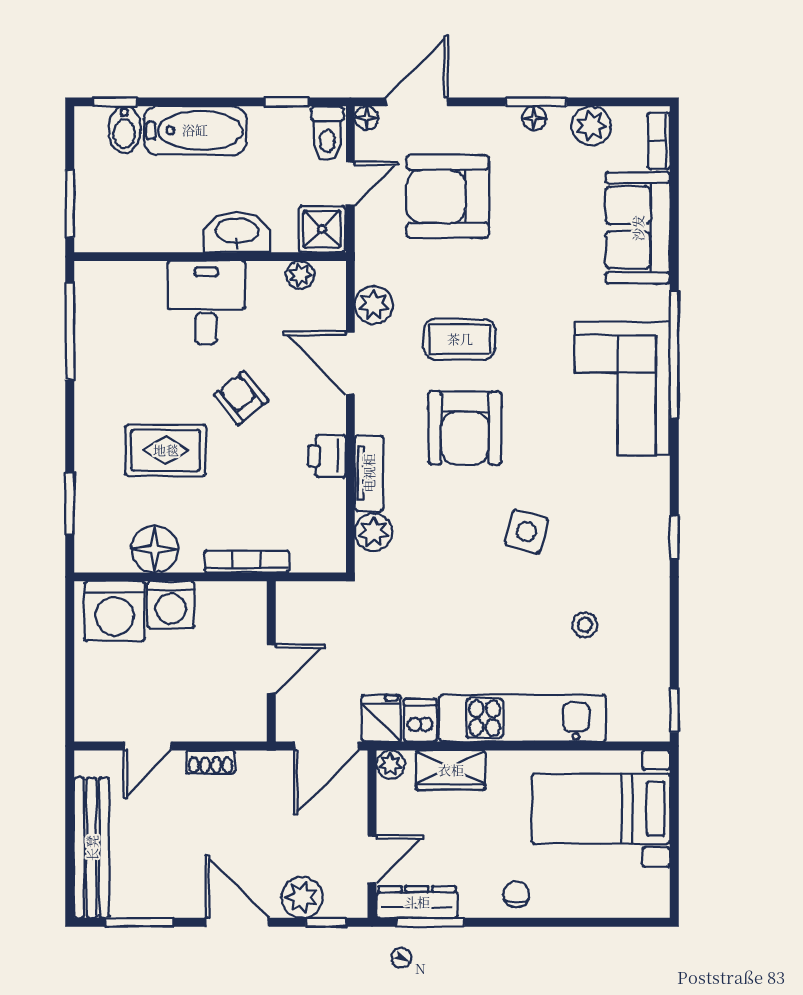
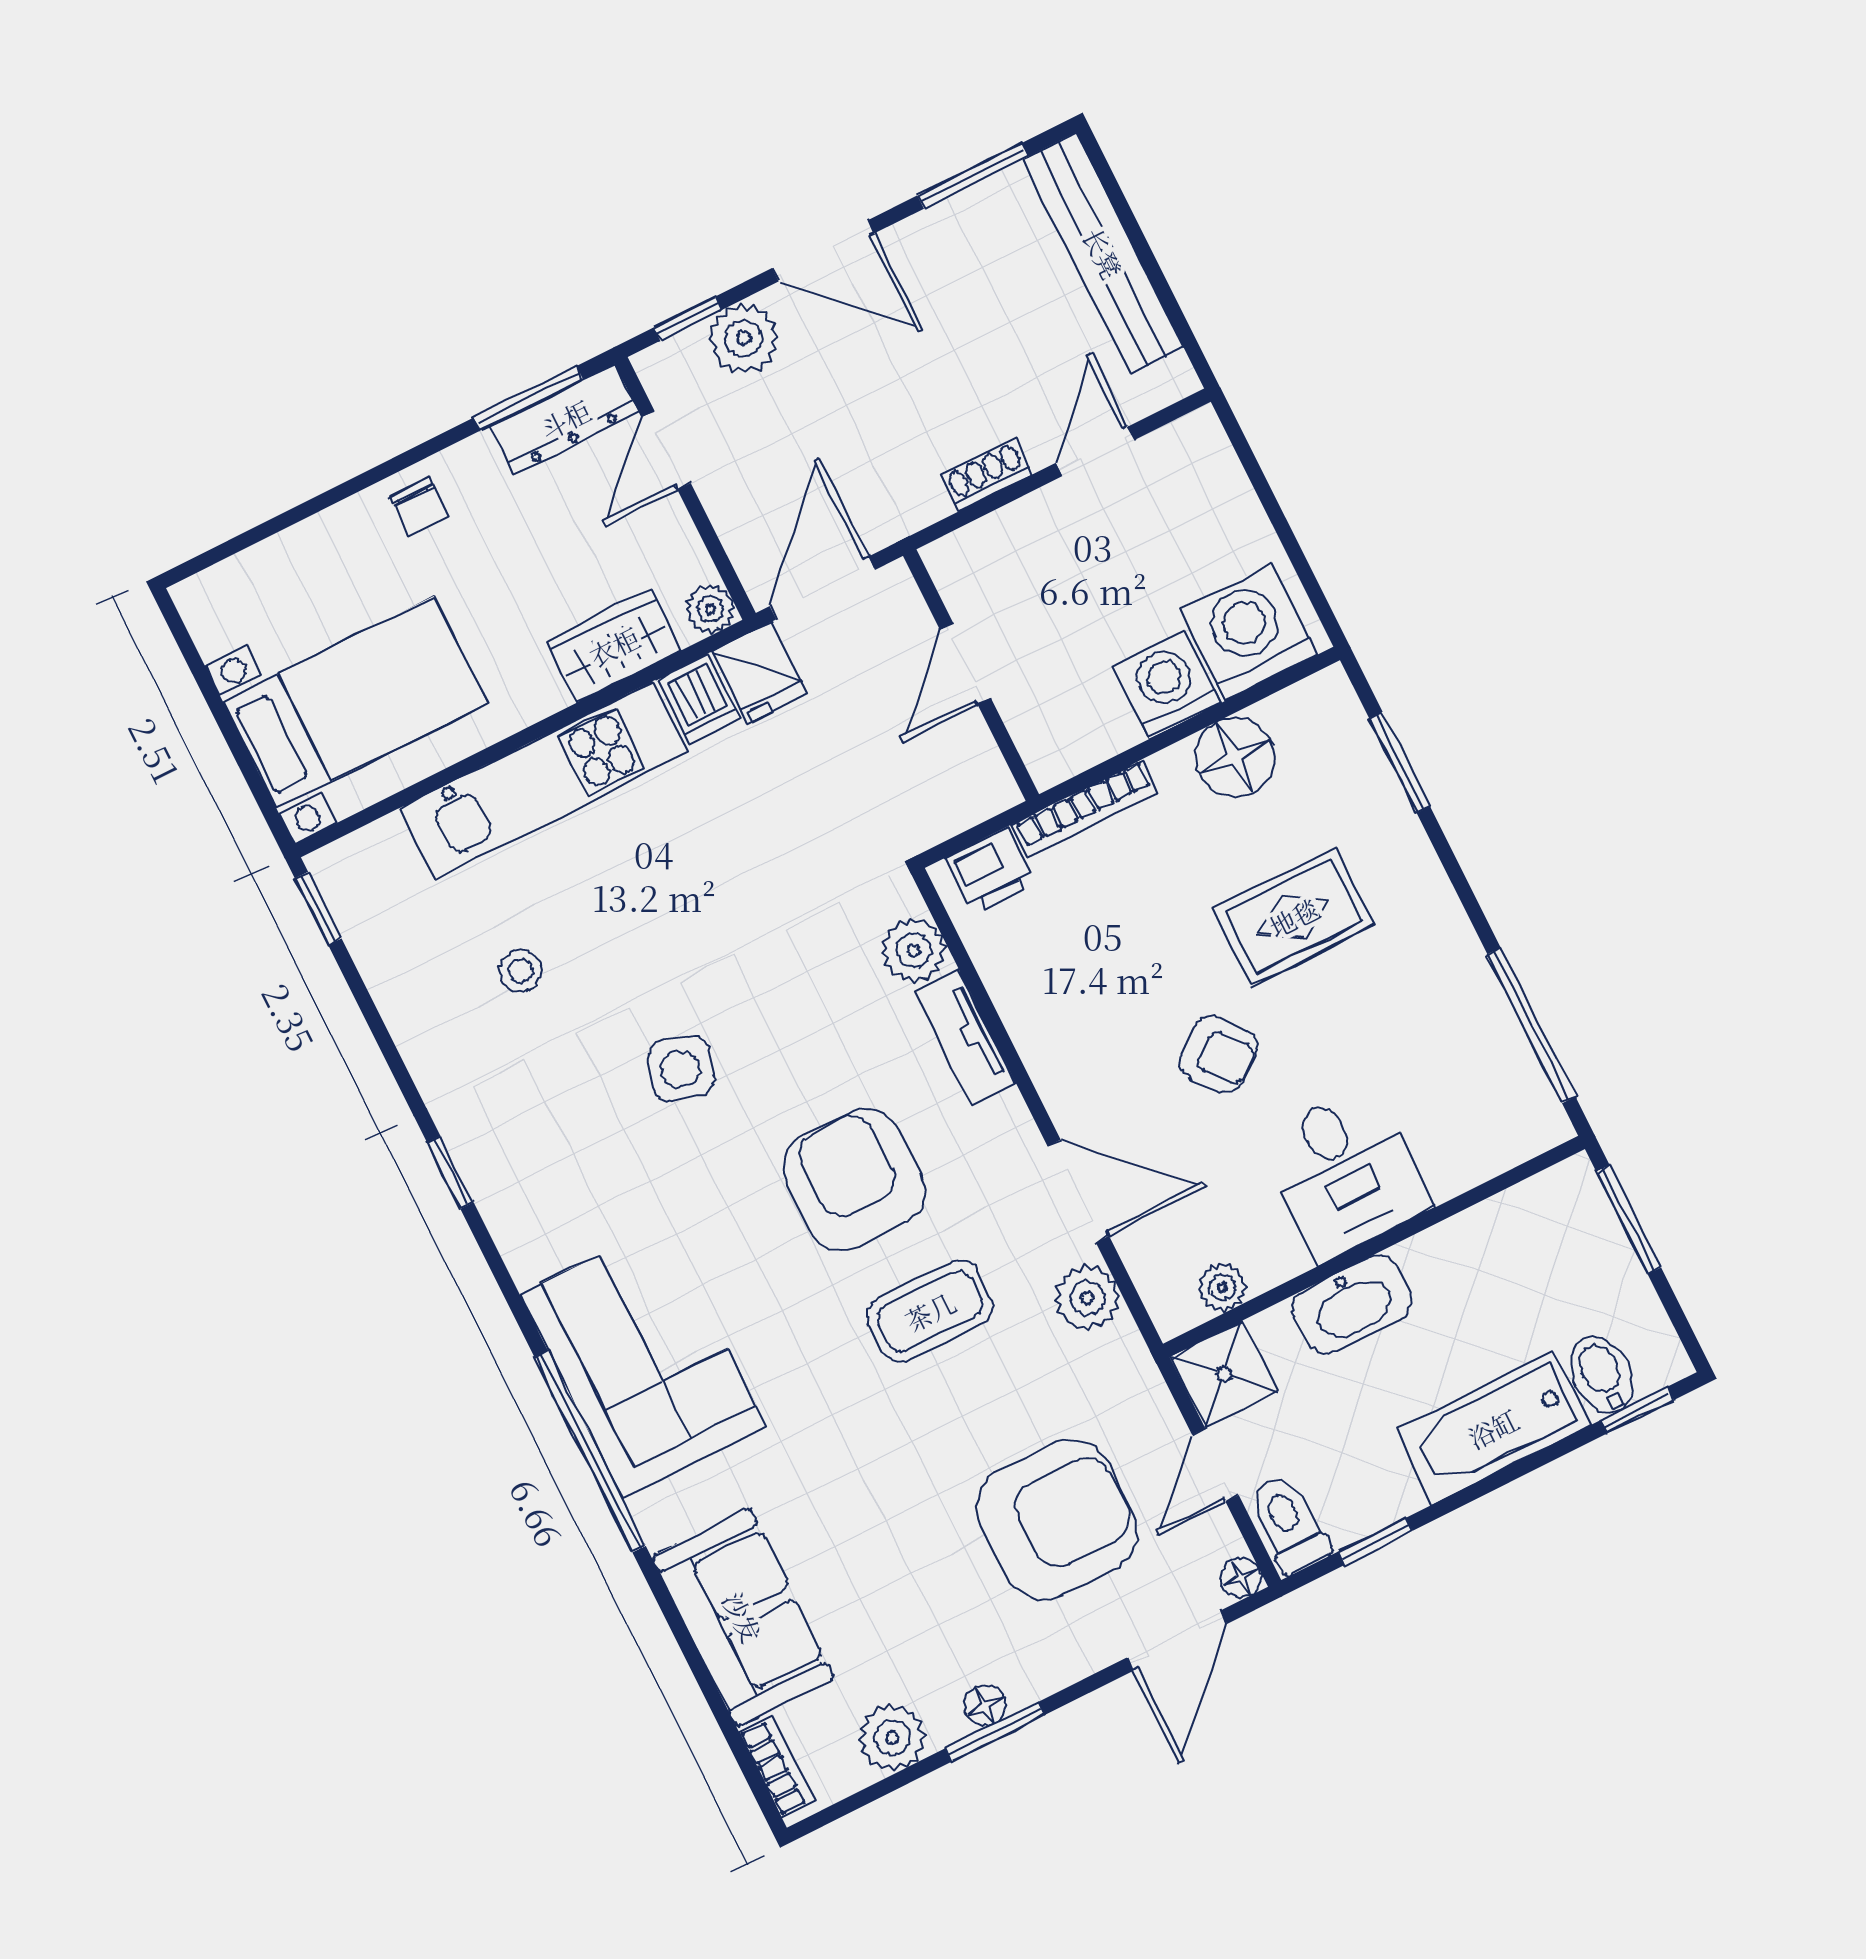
printer: (327, 456) -> (990, 871), moved, turned 90

